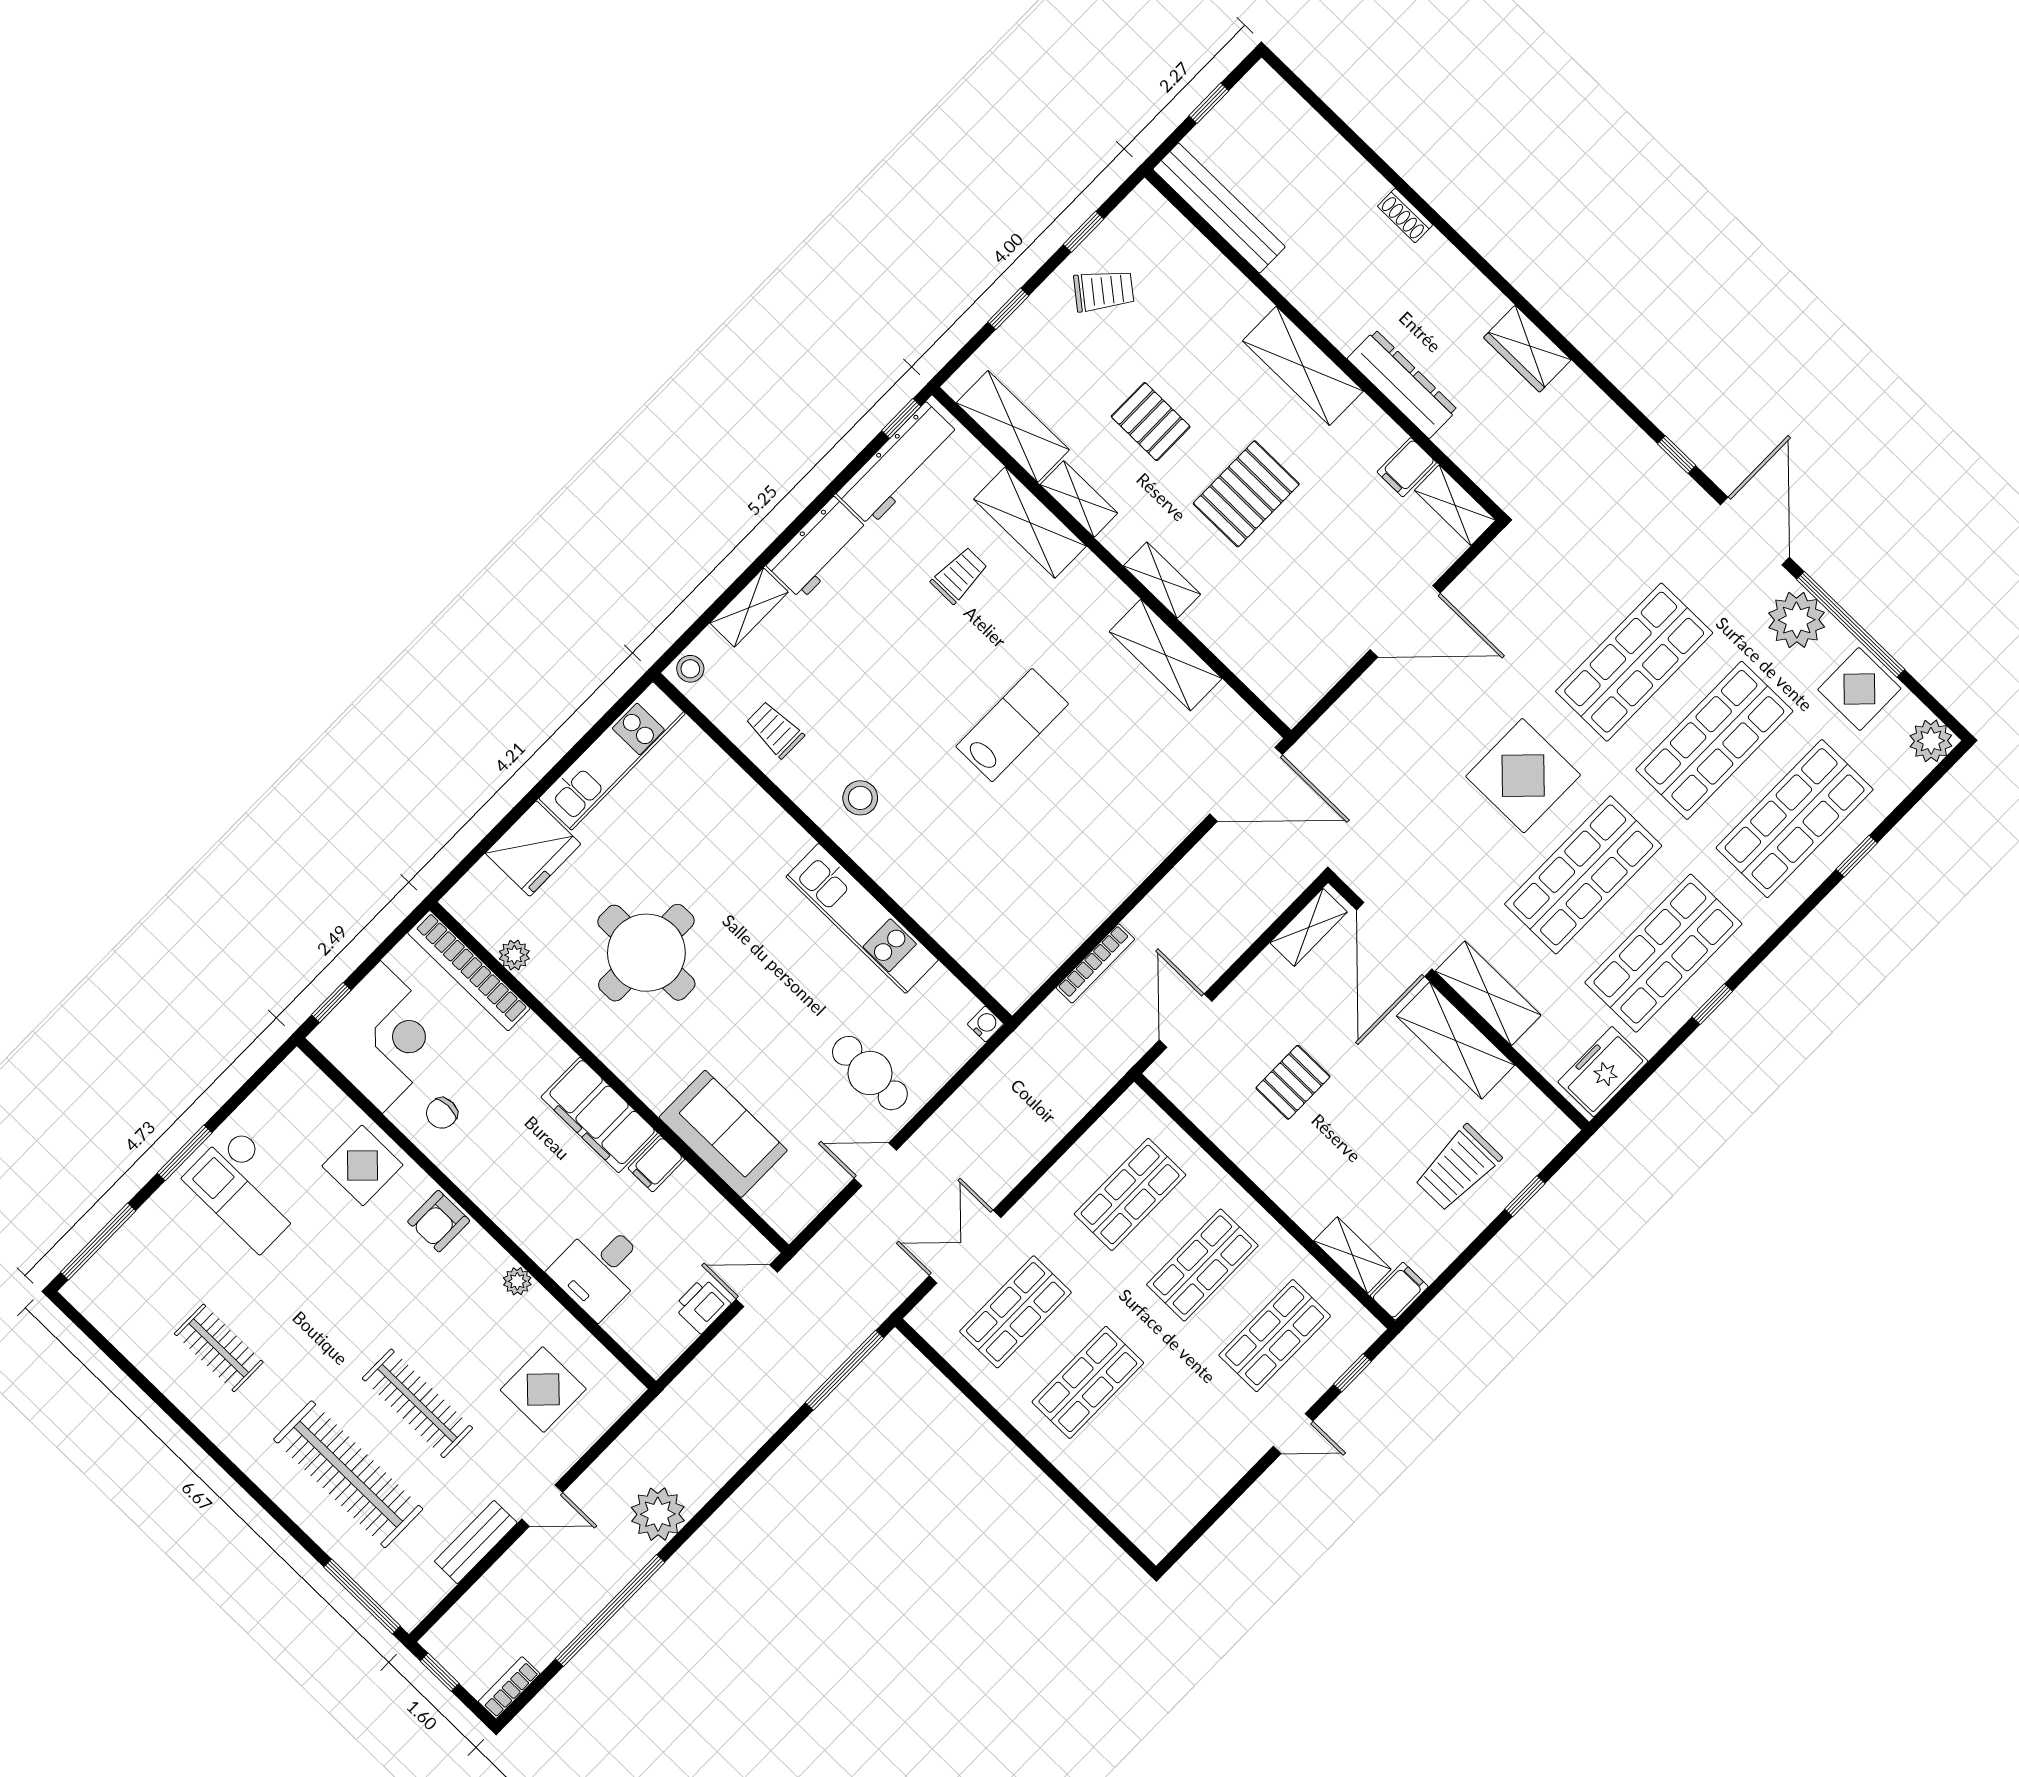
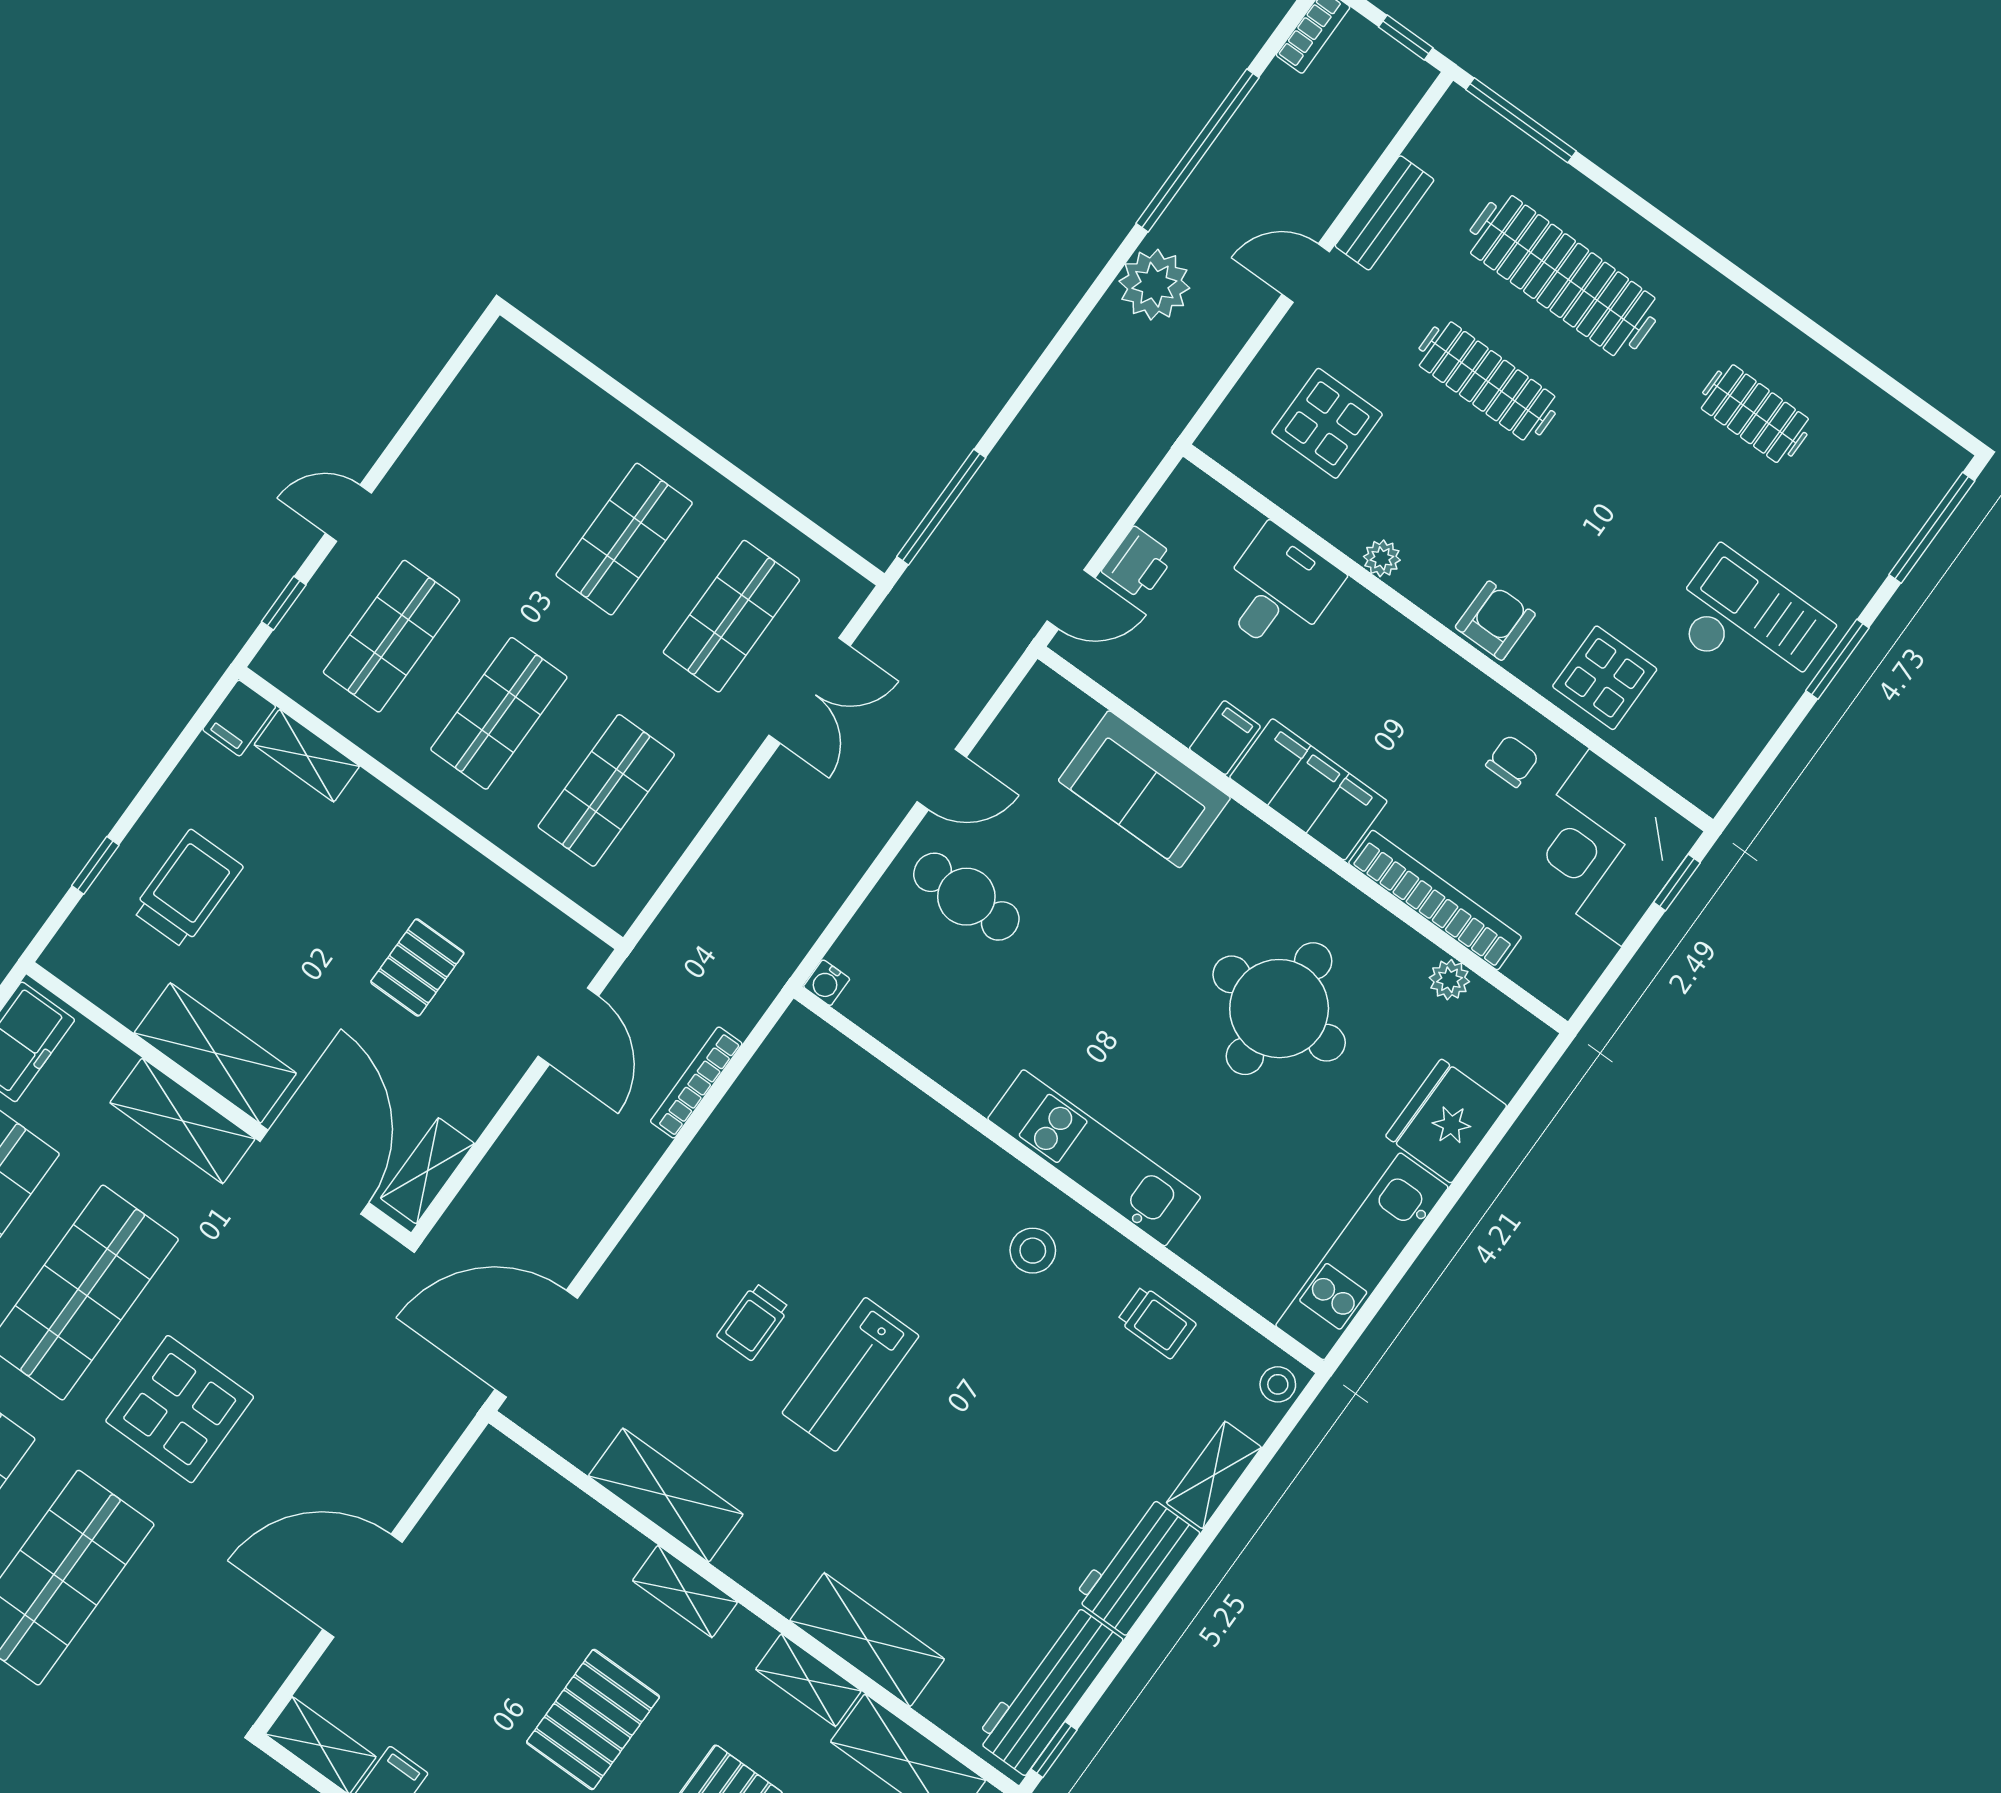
trolley: (959, 575) -> (753, 1322), moved
kitchen unit: (862, 918) -> (1094, 1158), moved
bookcase: (469, 971) -> (1435, 900), moved

